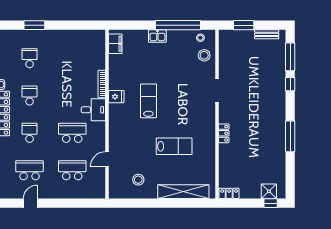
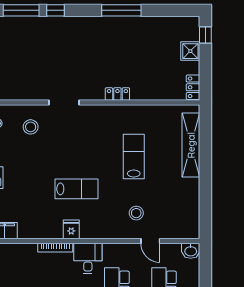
stool: (204, 55) -> (31, 127), moved
lab bench: (148, 101) -> (77, 189), turned 180
stool: (138, 180) -> (136, 213), moved
washbasin: (99, 191) -> (191, 251), added
shower: (269, 191) -> (190, 51), moved

